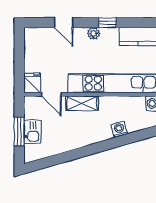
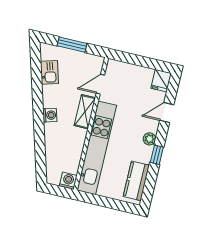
fridge: (32, 83) -> (161, 81), moved, turned 90
washing machine: (119, 129) -> (50, 115), moved
kitchen sink: (32, 132) -> (49, 72), moved, turned -106

